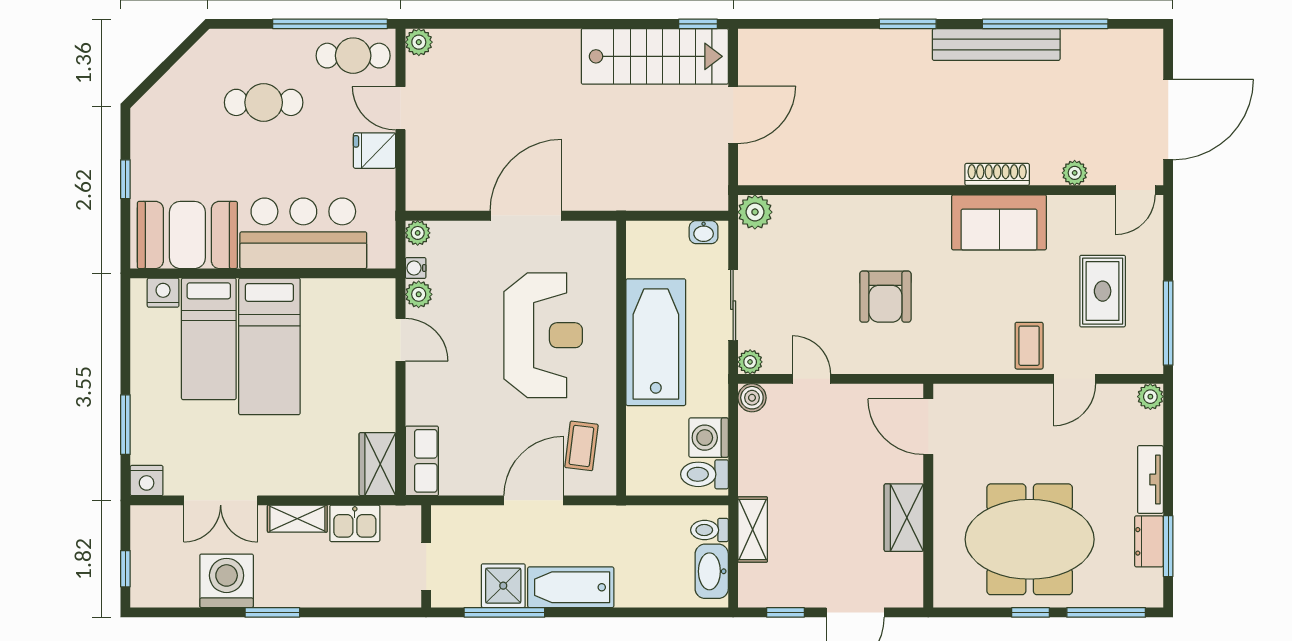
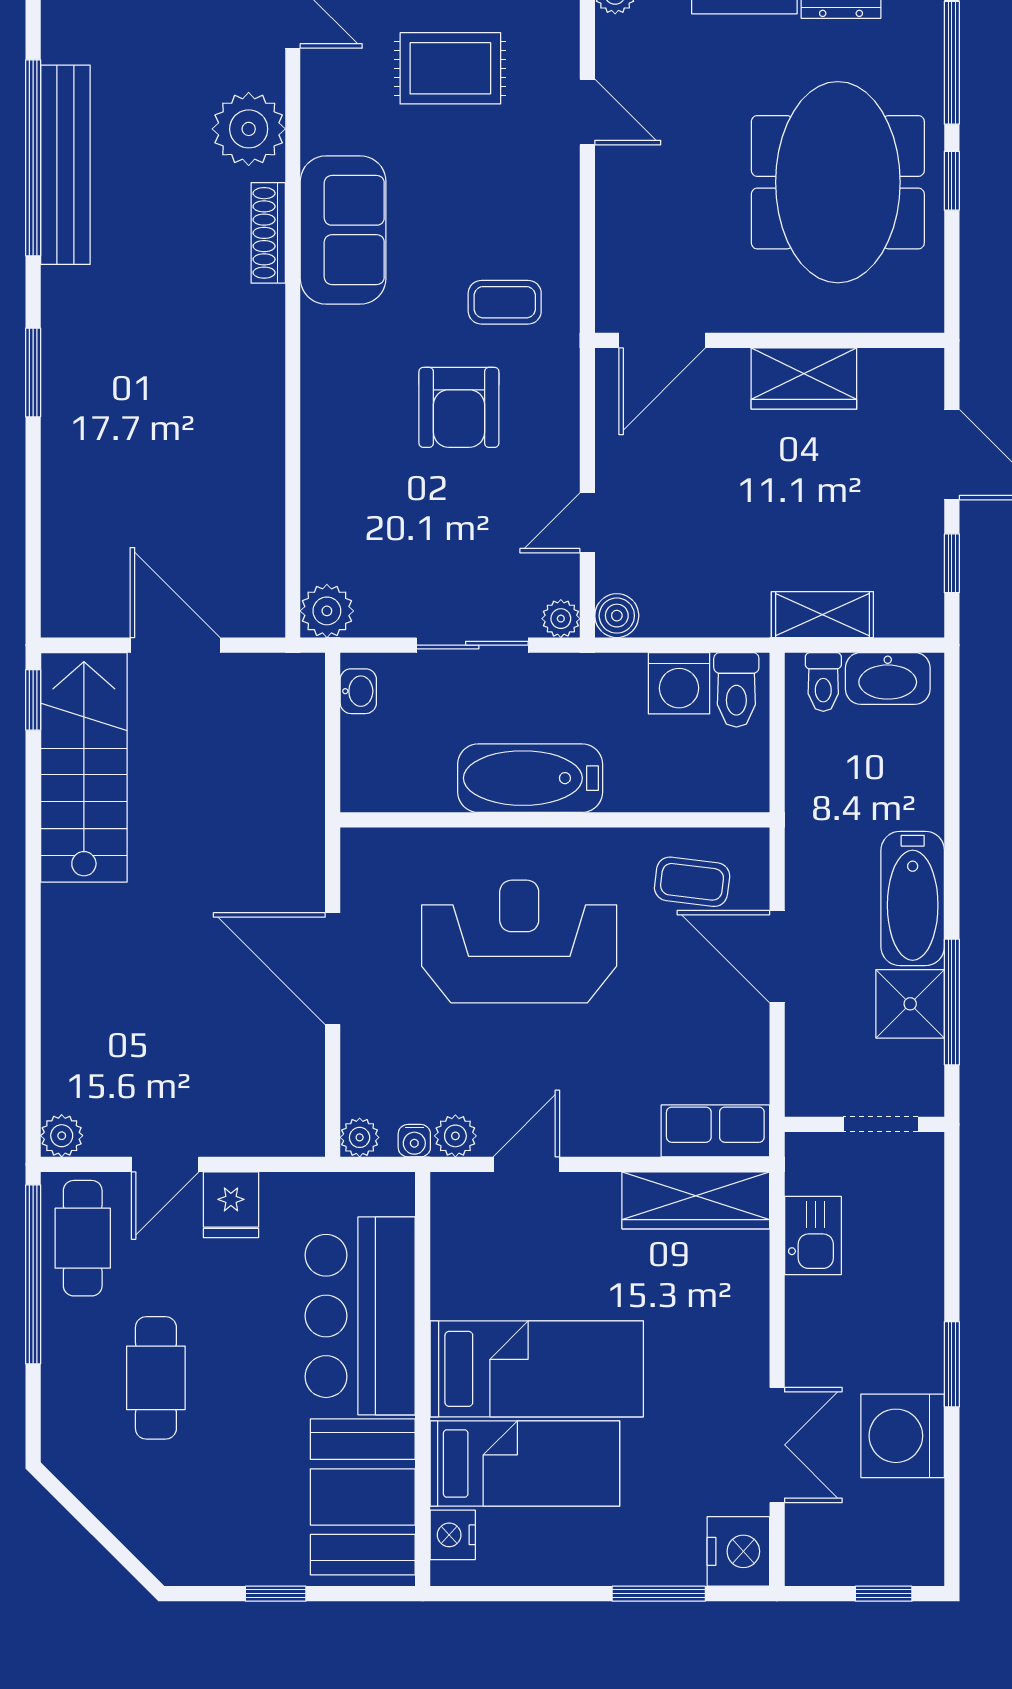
bench: (996, 44) -> (65, 165), moved
plant: (1075, 173) -> (249, 129), width x1.87, depth x1.87
armchair: (885, 297) -> (459, 407), turned 90
bathtub: (656, 342) -> (530, 778), width x0.73, depth x0.73
coffee table: (1029, 346) -> (505, 302), moved
wardrobe: (377, 464) -> (696, 1200), width x1.50
nightstand: (147, 481) -> (738, 1551), width x1.36, depth x1.33
shelving: (297, 519) -> (806, 1325), removed

